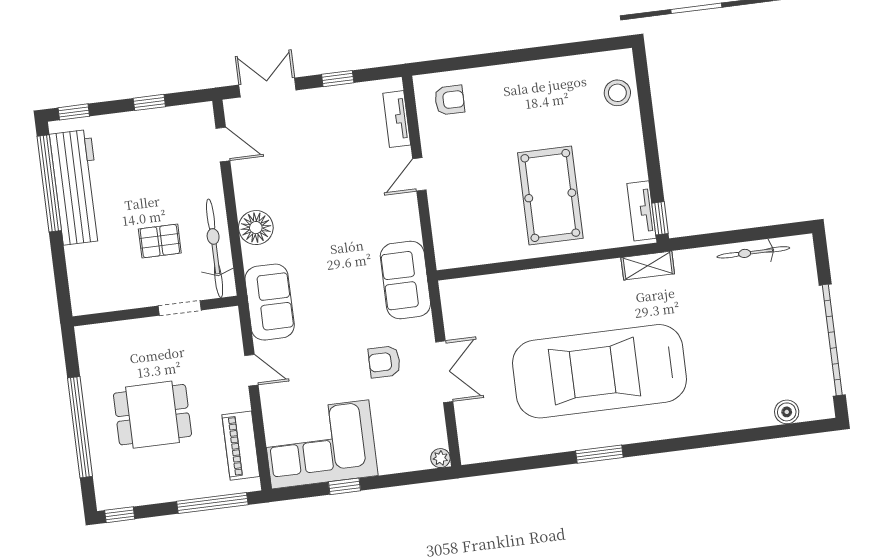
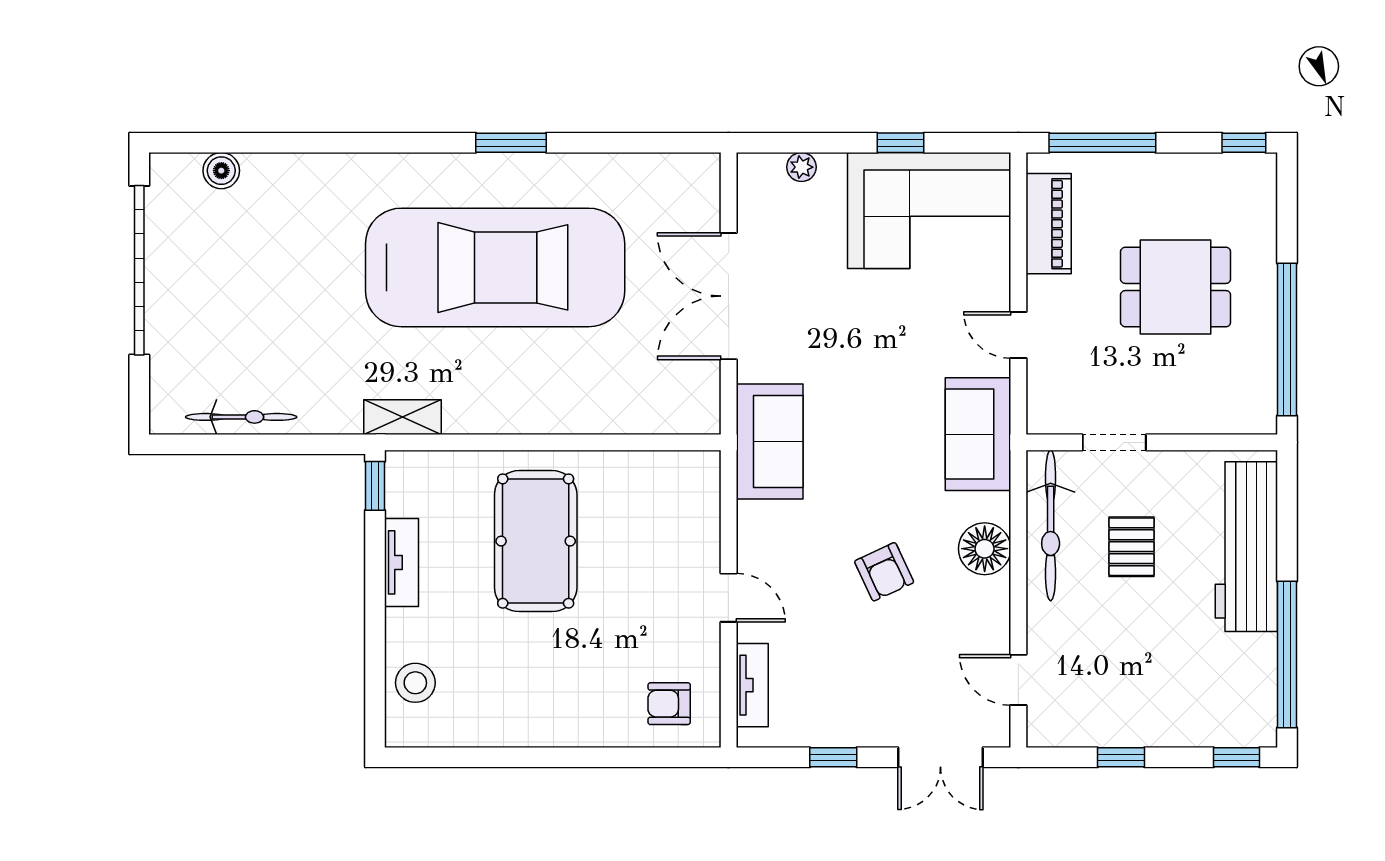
door: (419, 174) -> (729, 598), hinge flipped
workbench: (77, 187) -> (1246, 547), moved
tv unit: (642, 211) -> (401, 562), moved
pallet: (160, 241) -> (1132, 547), turned 90
armchair: (384, 362) -> (884, 572), moved, turned 65
double door: (444, 372) -> (729, 296), width x1.37
window: (80, 427) -> (1287, 339), moved
plant: (440, 458) -> (801, 167), moved

